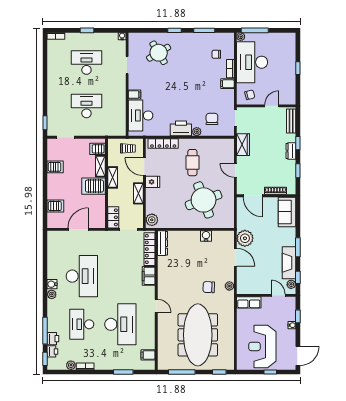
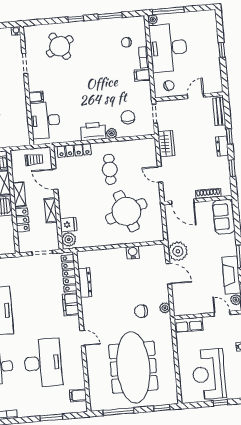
fridge: (153, 182) -> (68, 225), moved
locker: (113, 217) -> (22, 220), moved
dresser: (163, 243) -> (85, 283), moved

